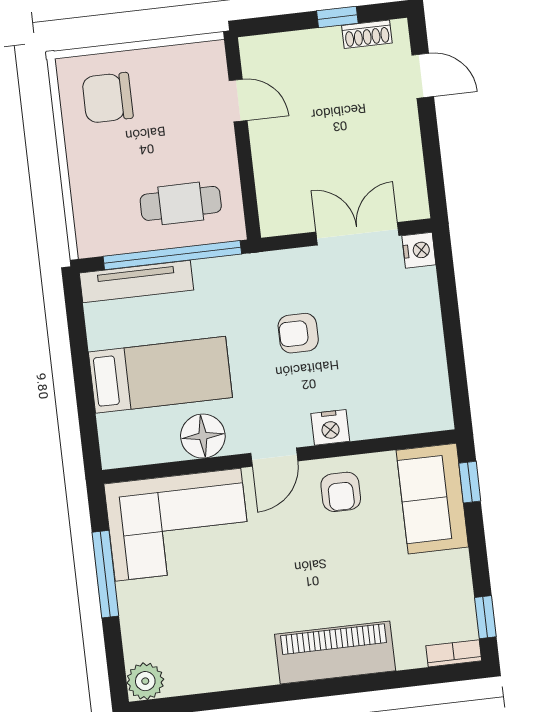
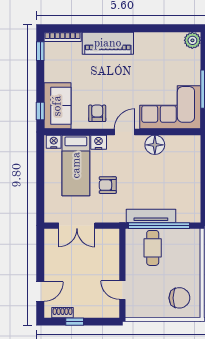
door: (423, 76) -> (40, 292), swing flipped
cafe table: (181, 203) -> (153, 248), turned 90
nightstand: (419, 250) -> (54, 142), moved, turned 90
tv unit: (136, 282) -> (151, 216), moved
armchair: (298, 333) -> (108, 185), turned 180
bed: (160, 375) -> (76, 165), moved, turned -90
bookcase: (454, 653) -> (63, 37), width x1.56

